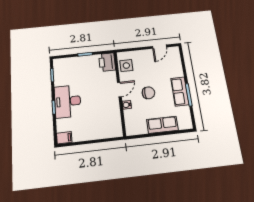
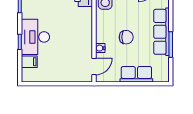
door: (119, 90) -> (94, 66), moved
row of seats: (180, 91) -> (162, 32), width x1.48
filing cabinet: (64, 138) -> (29, 62), moved

